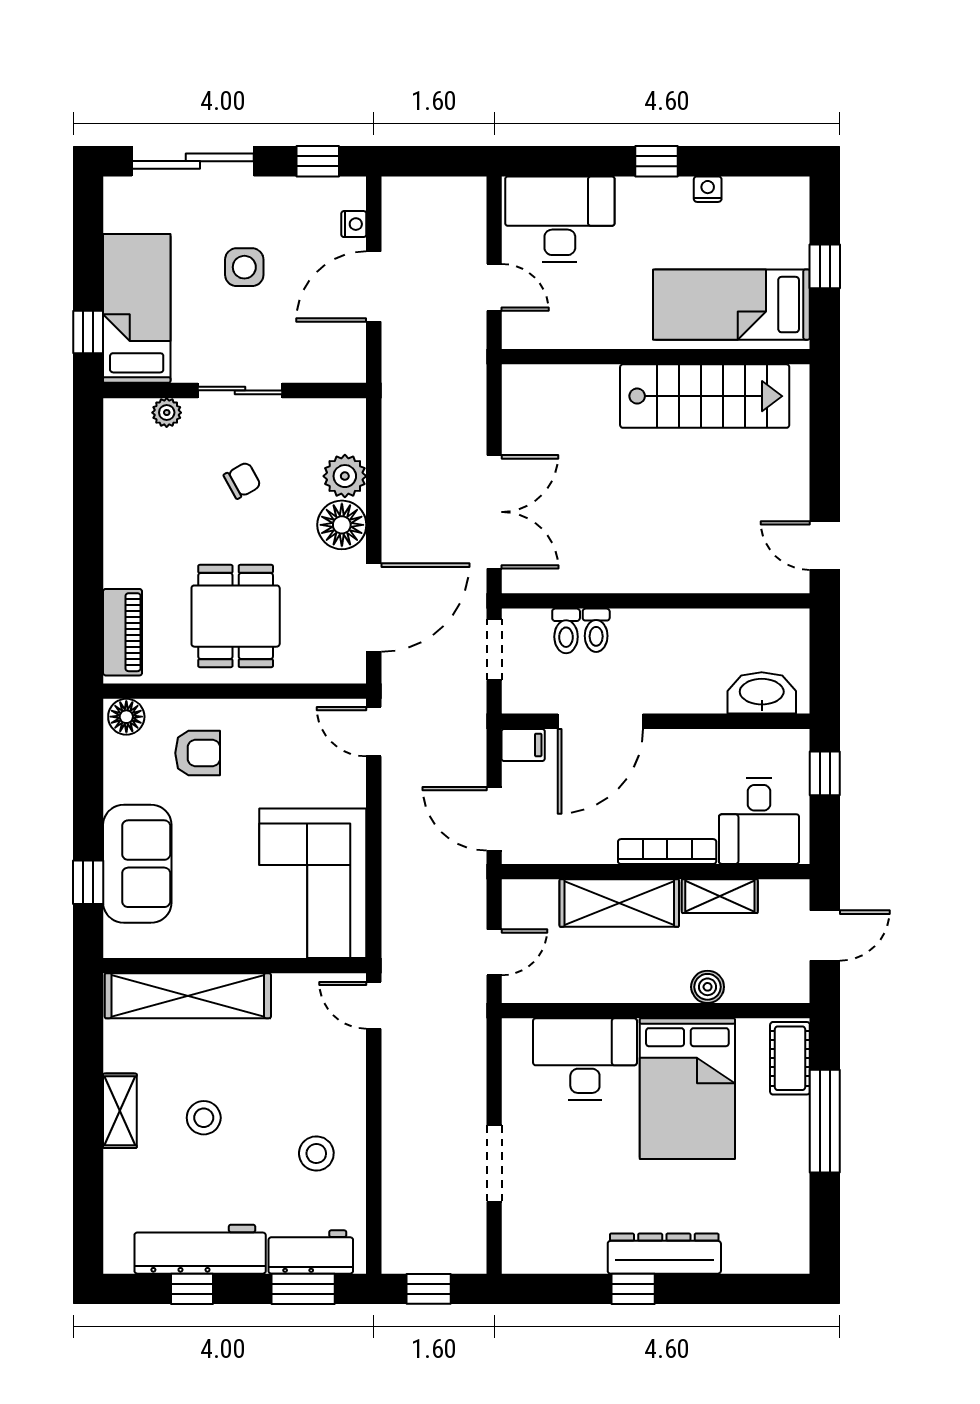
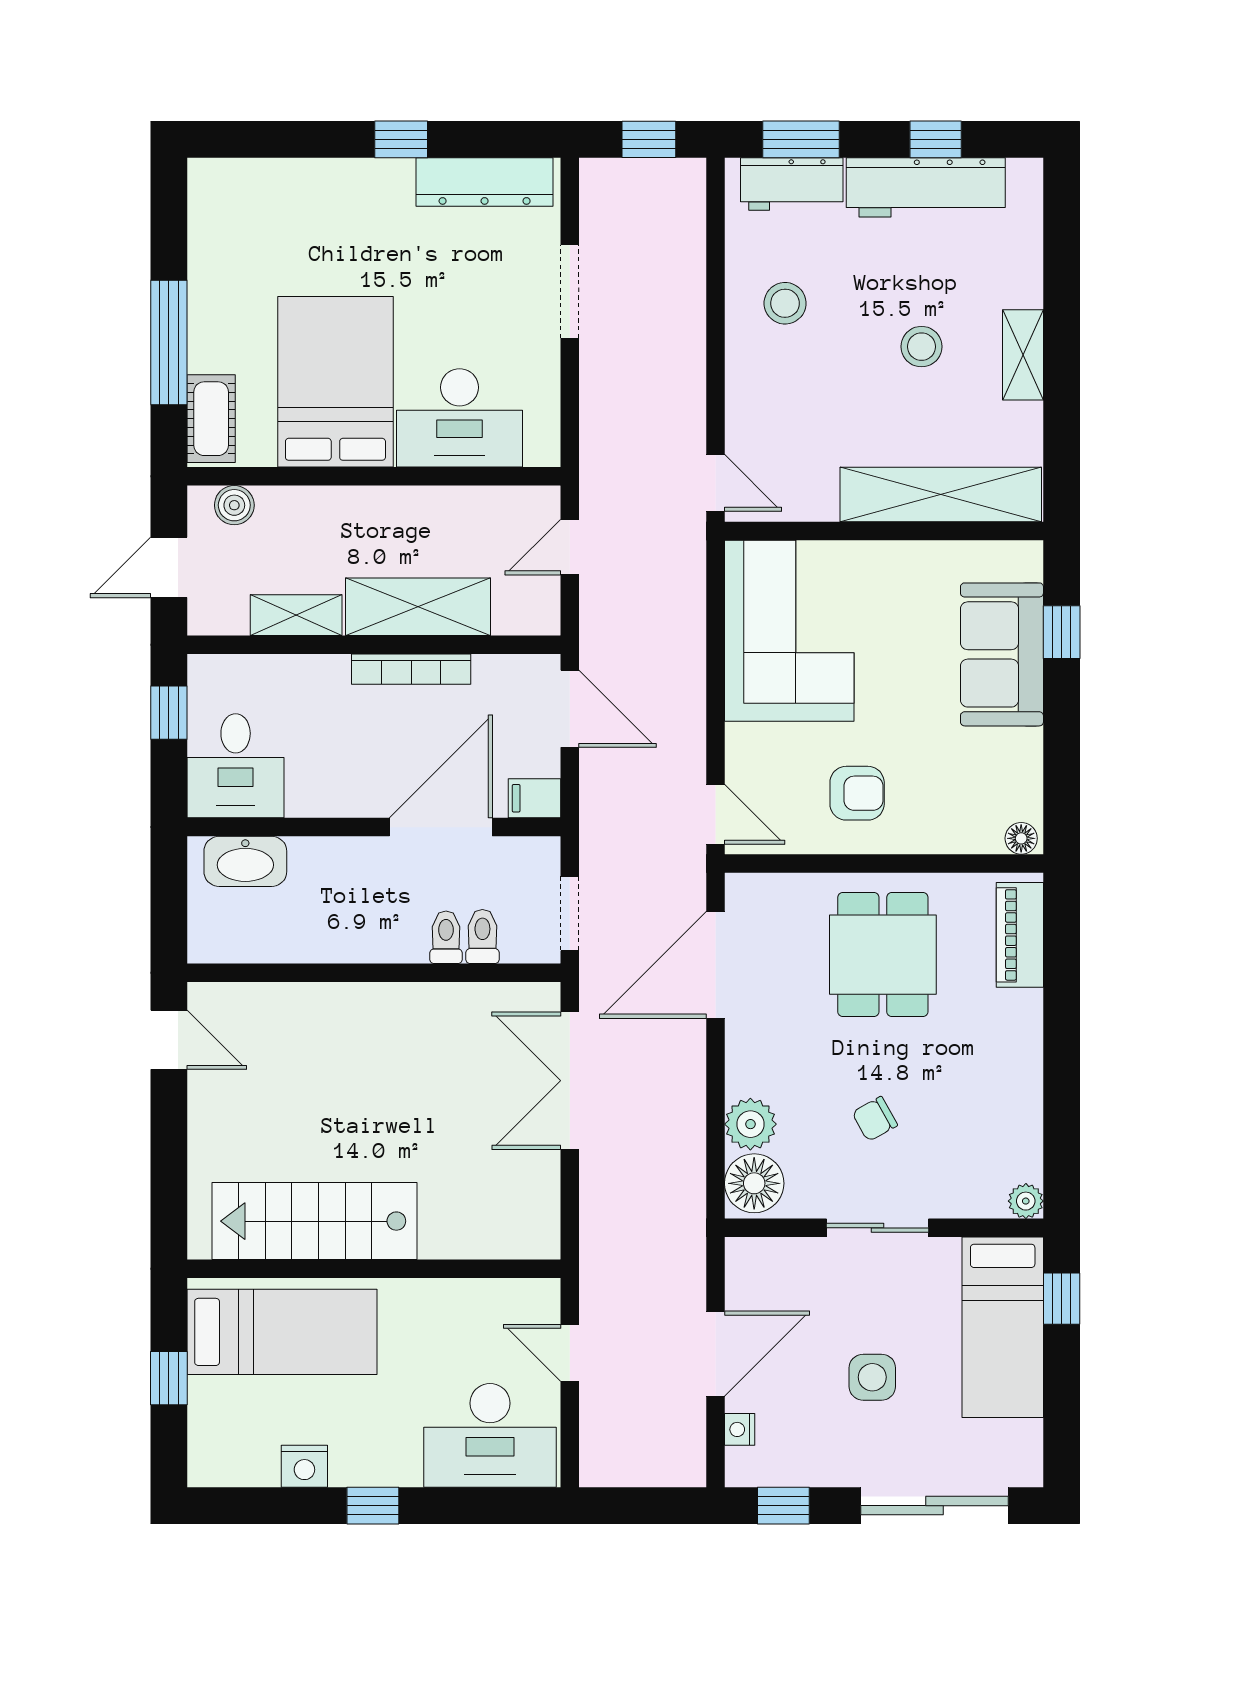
nightstand: (708, 189) -> (304, 1466), width x1.39, depth x1.35
plant: (167, 413) -> (1026, 1201), moved
floor lamp: (342, 525) -> (754, 1183), moved
floor lamp: (126, 717) -> (1021, 838), width x0.73, depth x0.73
armchair: (198, 753) -> (857, 793), moved, turned 180
window: (825, 773) -> (169, 713), moved
desk: (759, 821) -> (236, 766), moved, turned 180
bookcase: (667, 852) -> (411, 669), moved
boiler: (708, 987) -> (234, 505), moved
dresser: (664, 1254) -> (485, 182), moved

